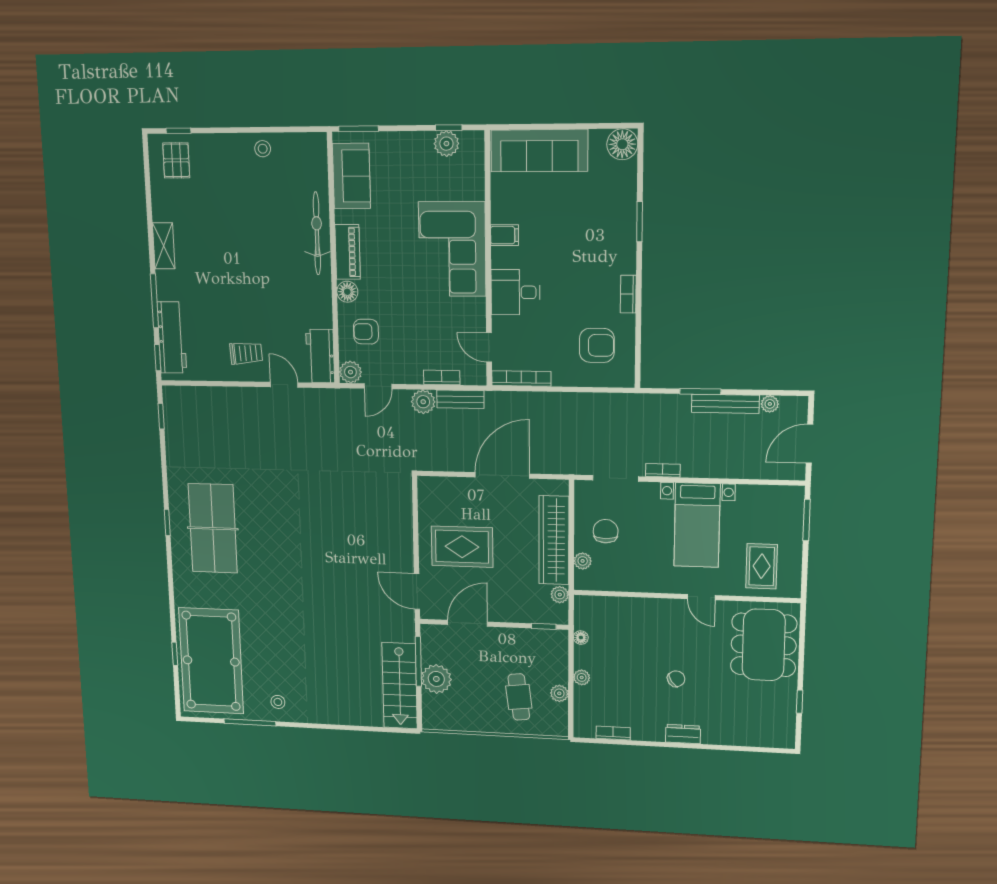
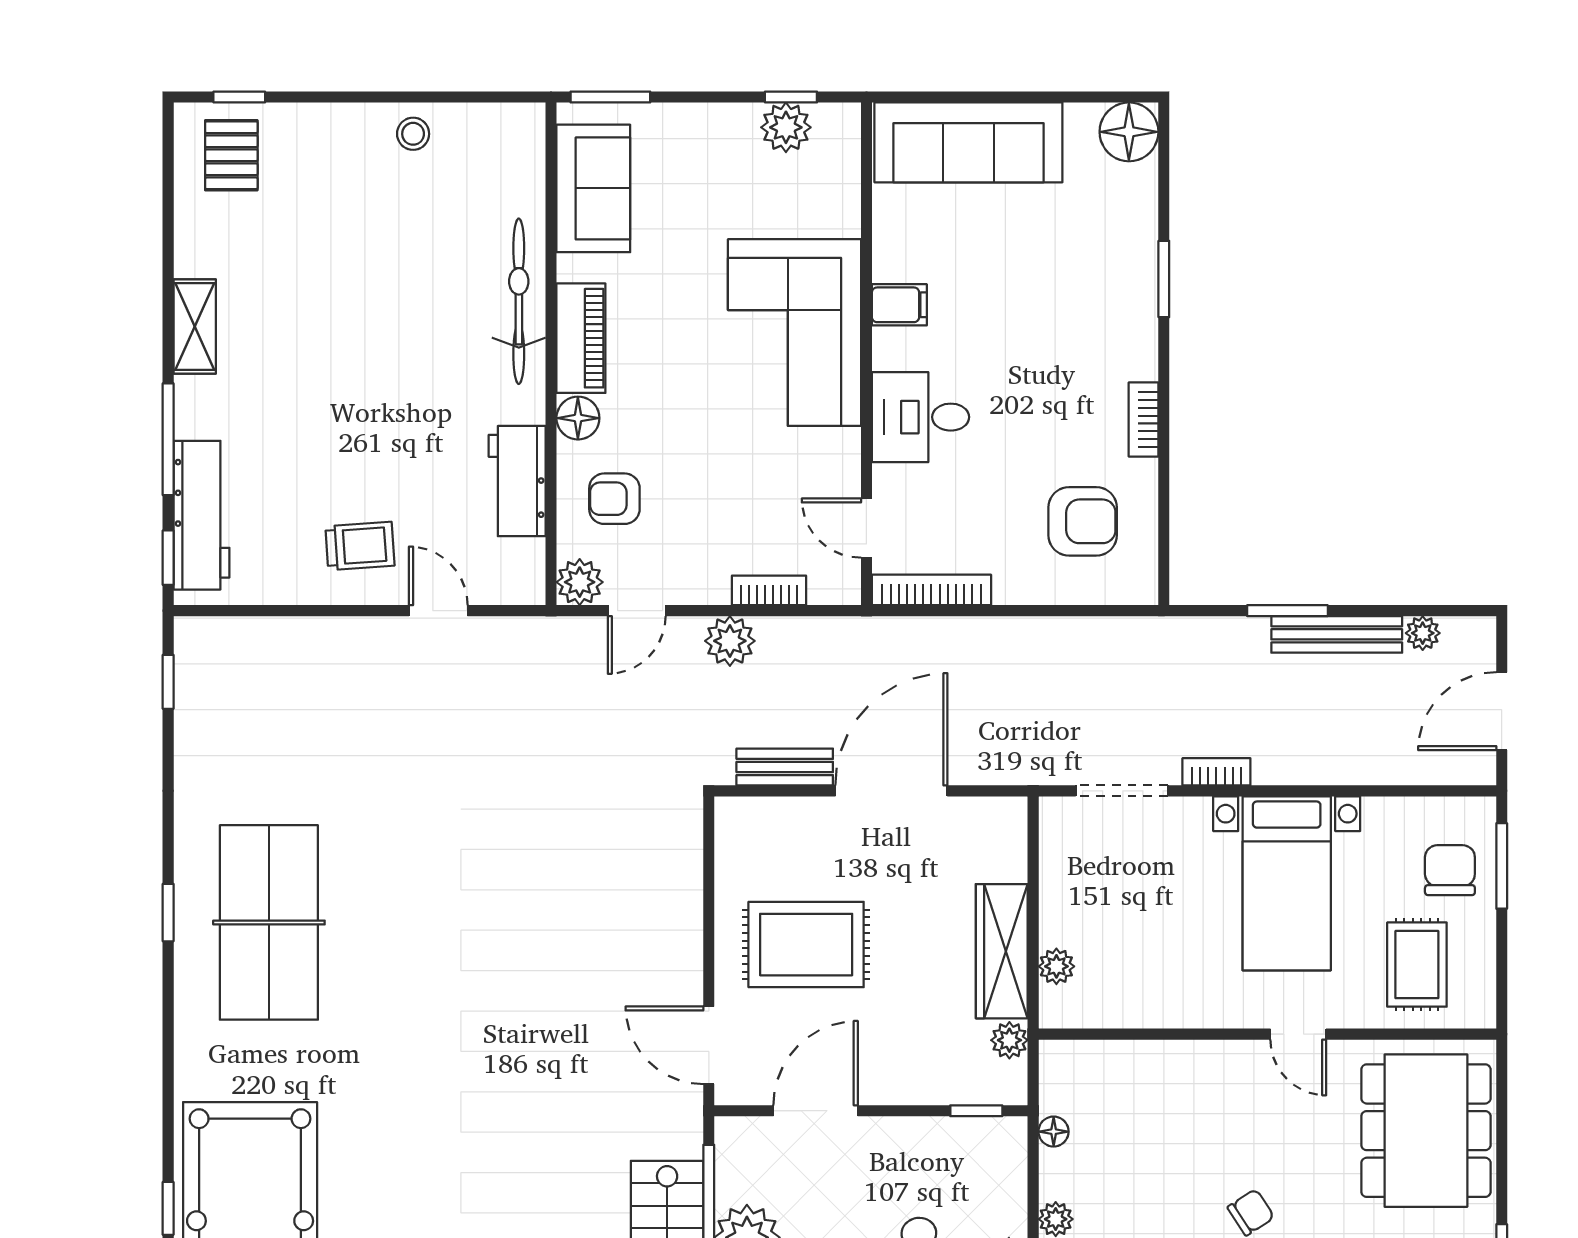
workbench: (320, 356) -> (517, 481), moved
bench: (460, 399) -> (785, 767), moved
chair: (606, 531) -> (1450, 870), moved
wardrobe: (554, 540) -> (1002, 951), width x0.71, depth x0.85

